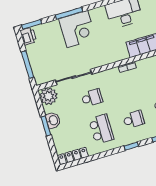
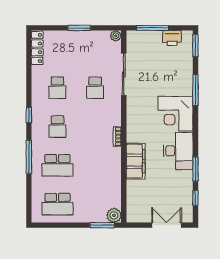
corner desk: (77, 29) -> (175, 114), moved
printer: (28, 36) -> (172, 38), moved
plant: (48, 96) -> (116, 36), width x0.53, depth x0.53
washbasin: (53, 120) -> (83, 38), removed
school desk: (101, 129) -> (58, 88), width x0.54

